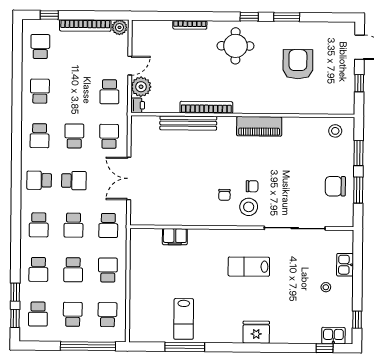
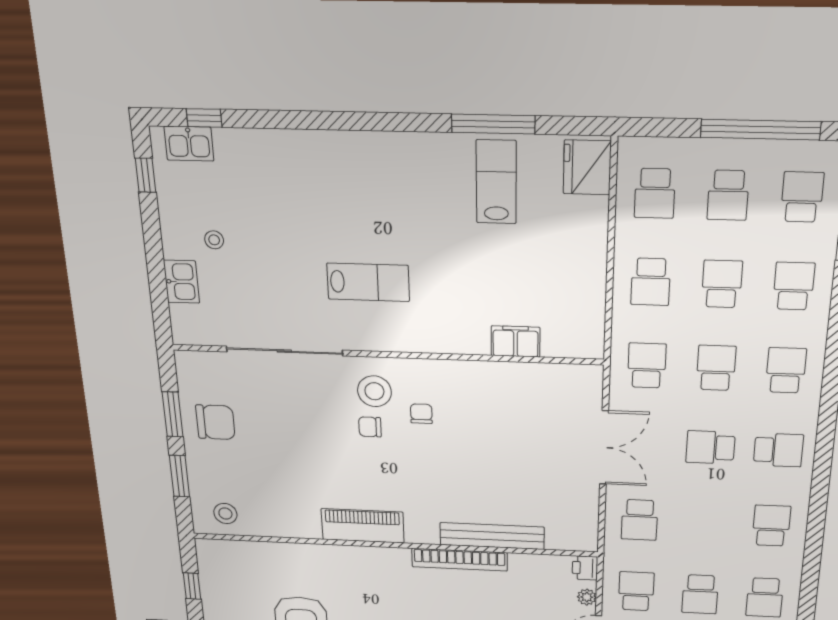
plant: (141, 87) -> (587, 597), width x0.53, depth x0.53
school desk: (74, 136) -> (700, 594), moved
fridge: (256, 332) -> (587, 167), moved, turned 90
window: (88, 346) -> (760, 130), moved

